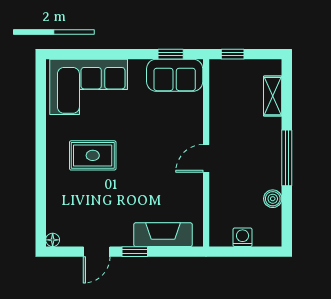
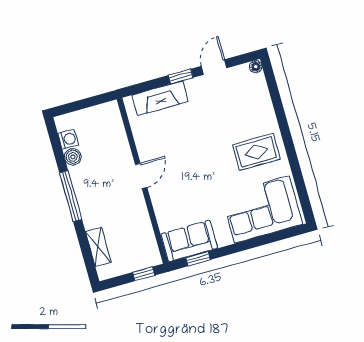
rug: (93, 155) -> (256, 152), moved
washing machine: (243, 237) -> (68, 139), moved, turned -90

